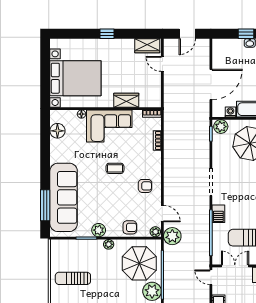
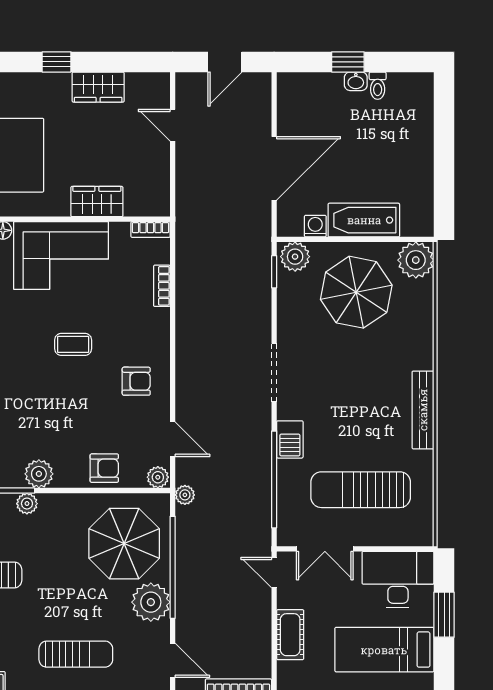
wardrobe: (147, 46) -> (98, 87), moved
plant: (172, 236) -> (185, 495), width x0.53, depth x0.53
plant: (109, 244) -> (27, 504), moved
double door: (235, 266) -> (325, 549), swing flipped

